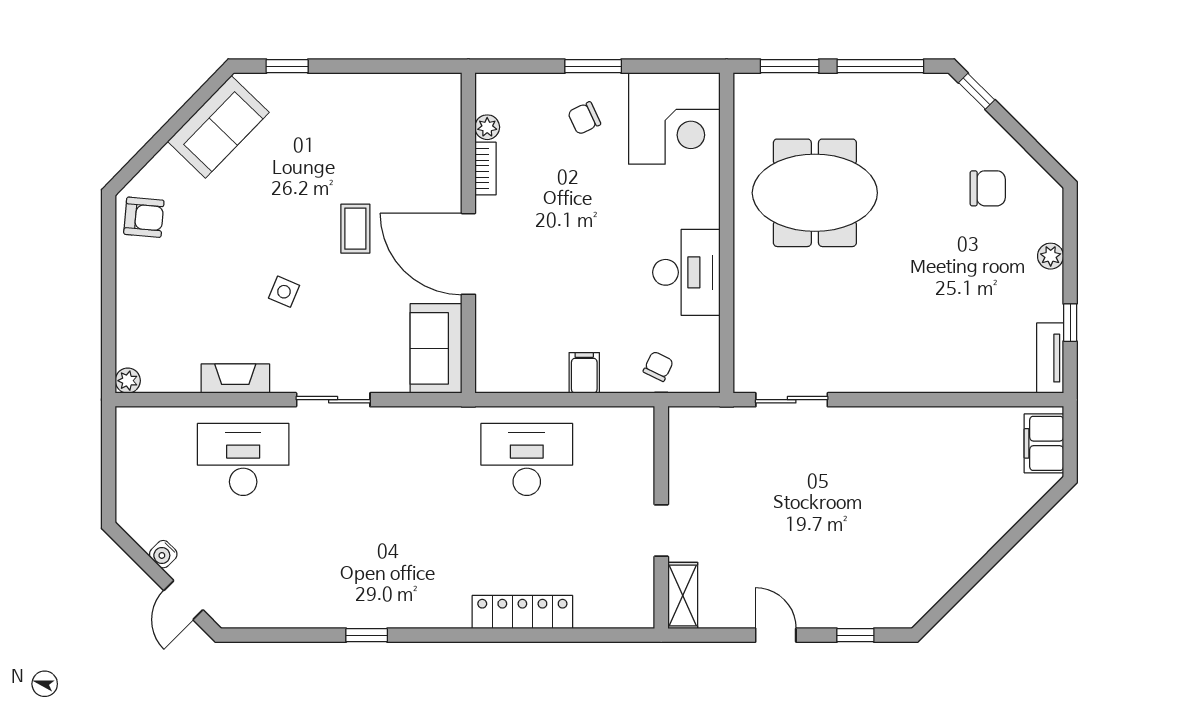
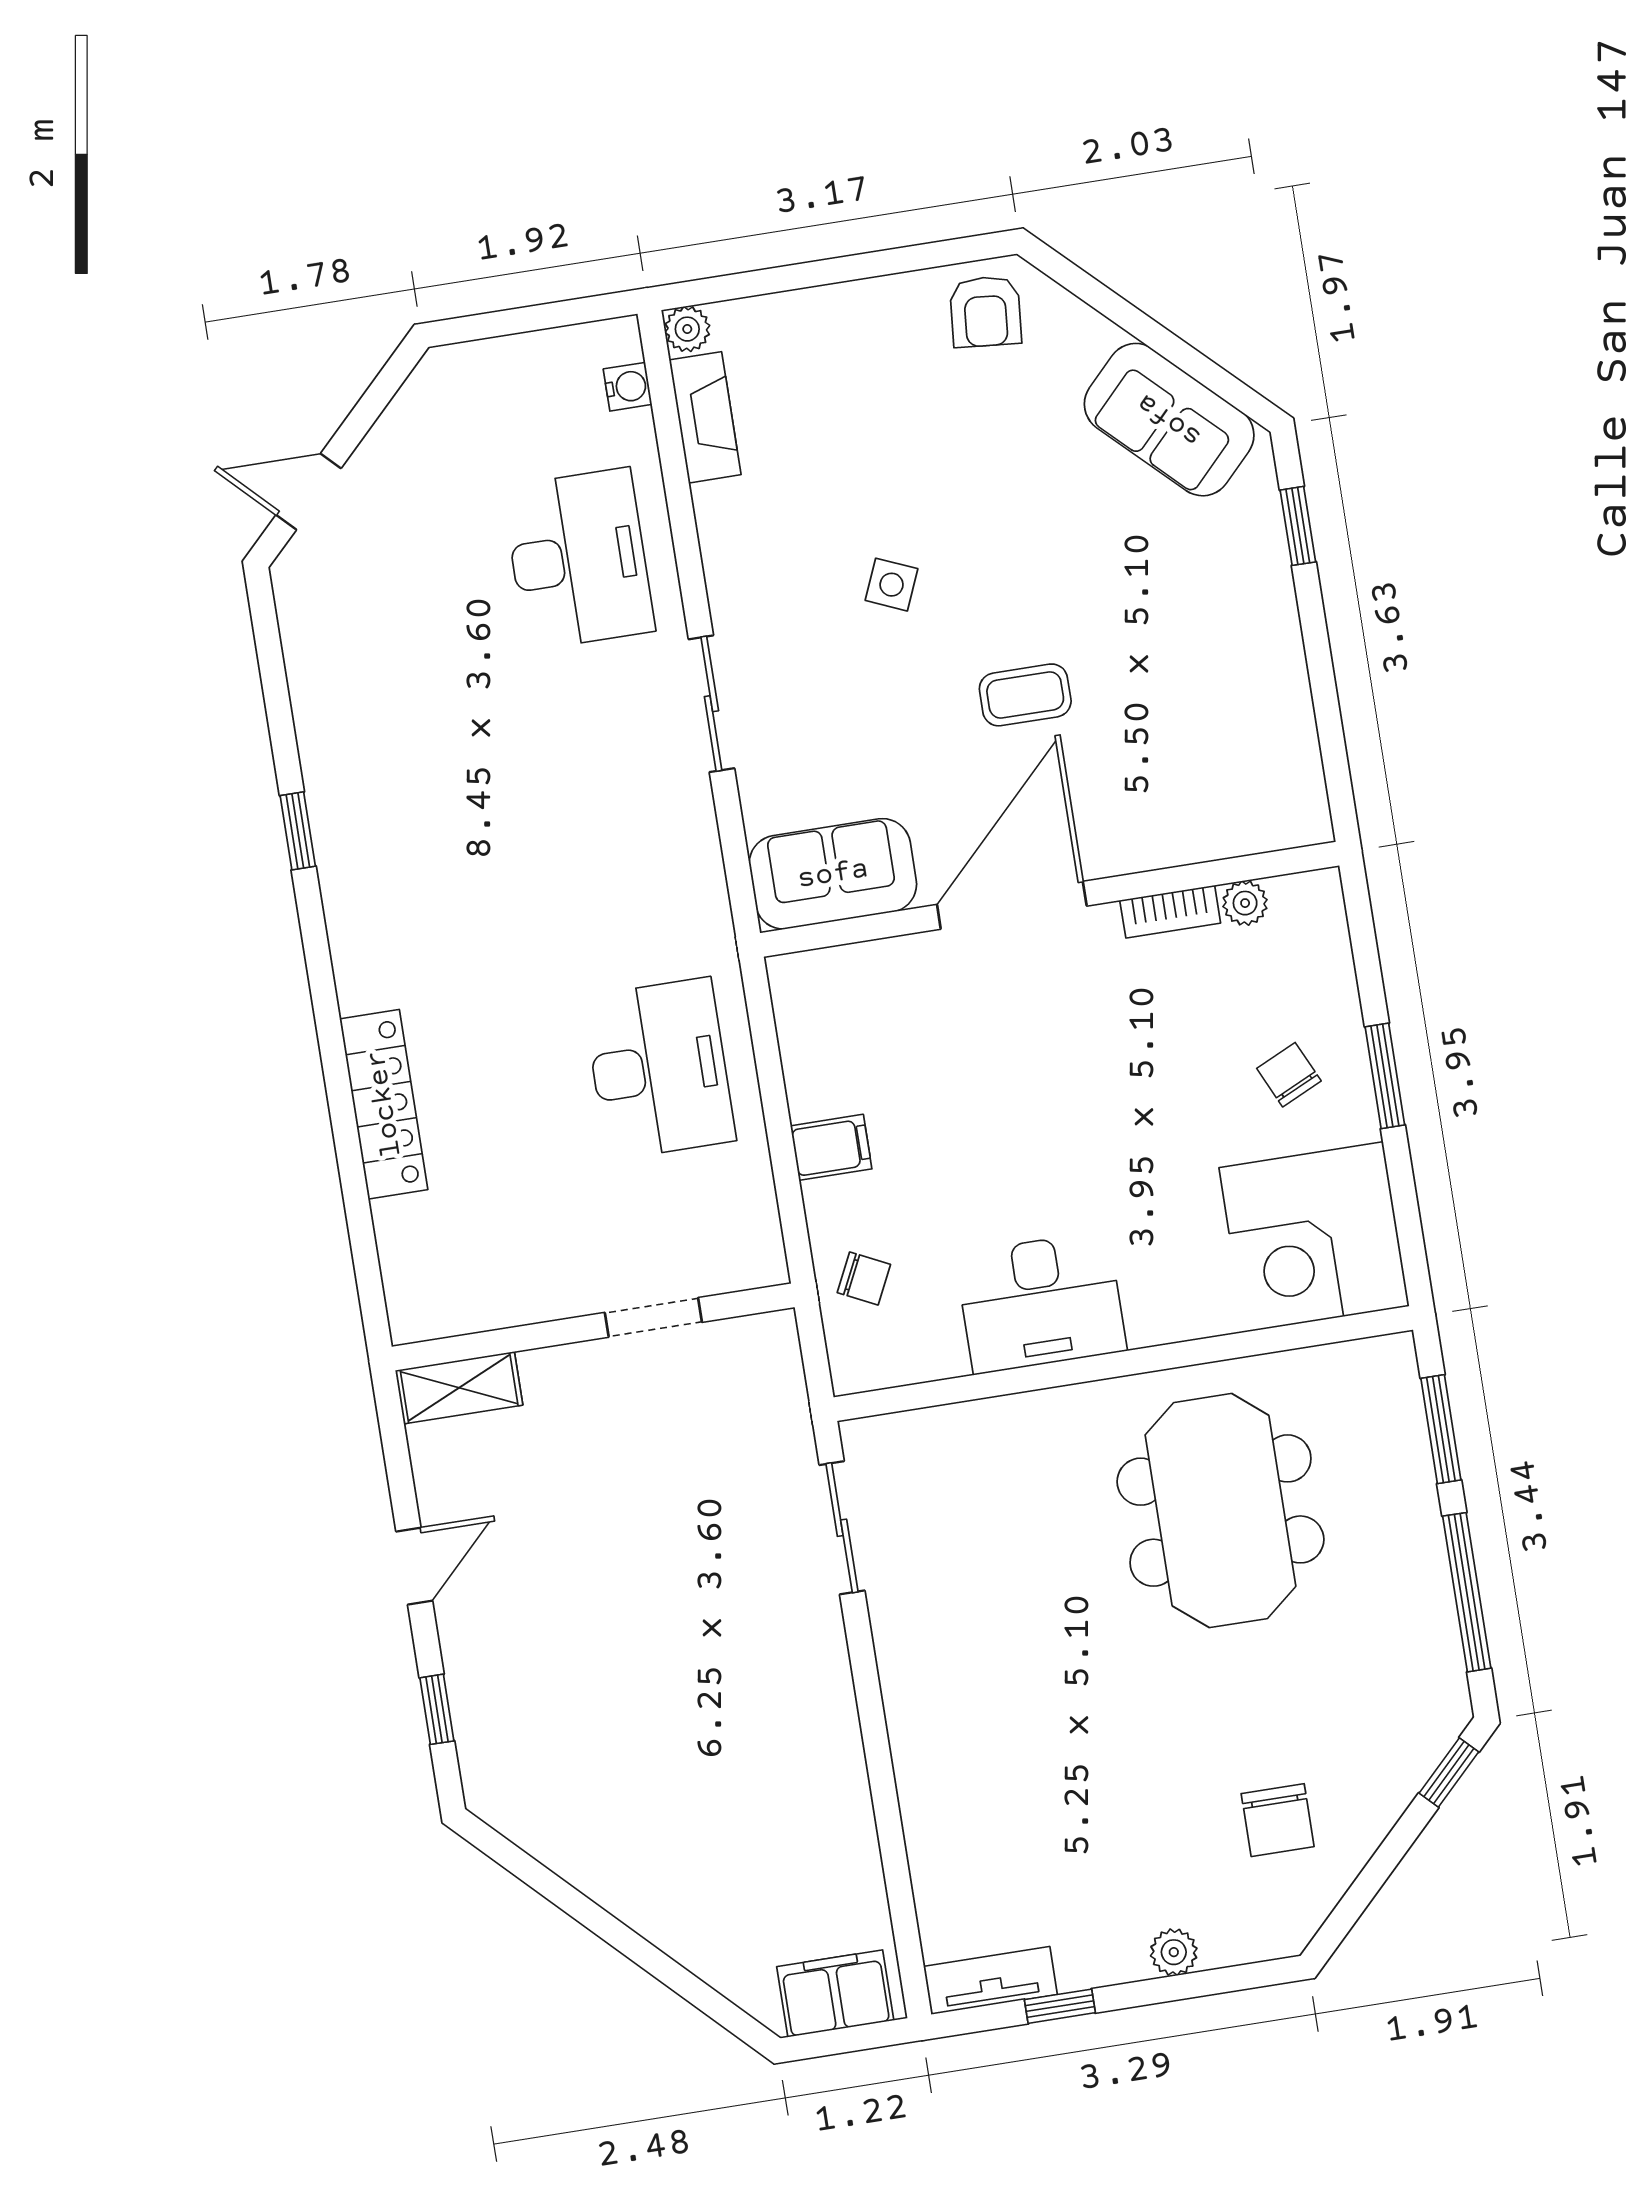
fireplace: (235, 379) -> (705, 417), moved
doorway: (661, 531) -> (653, 1317), moved
water cooler: (163, 554) -> (628, 387), moved, turned 135

